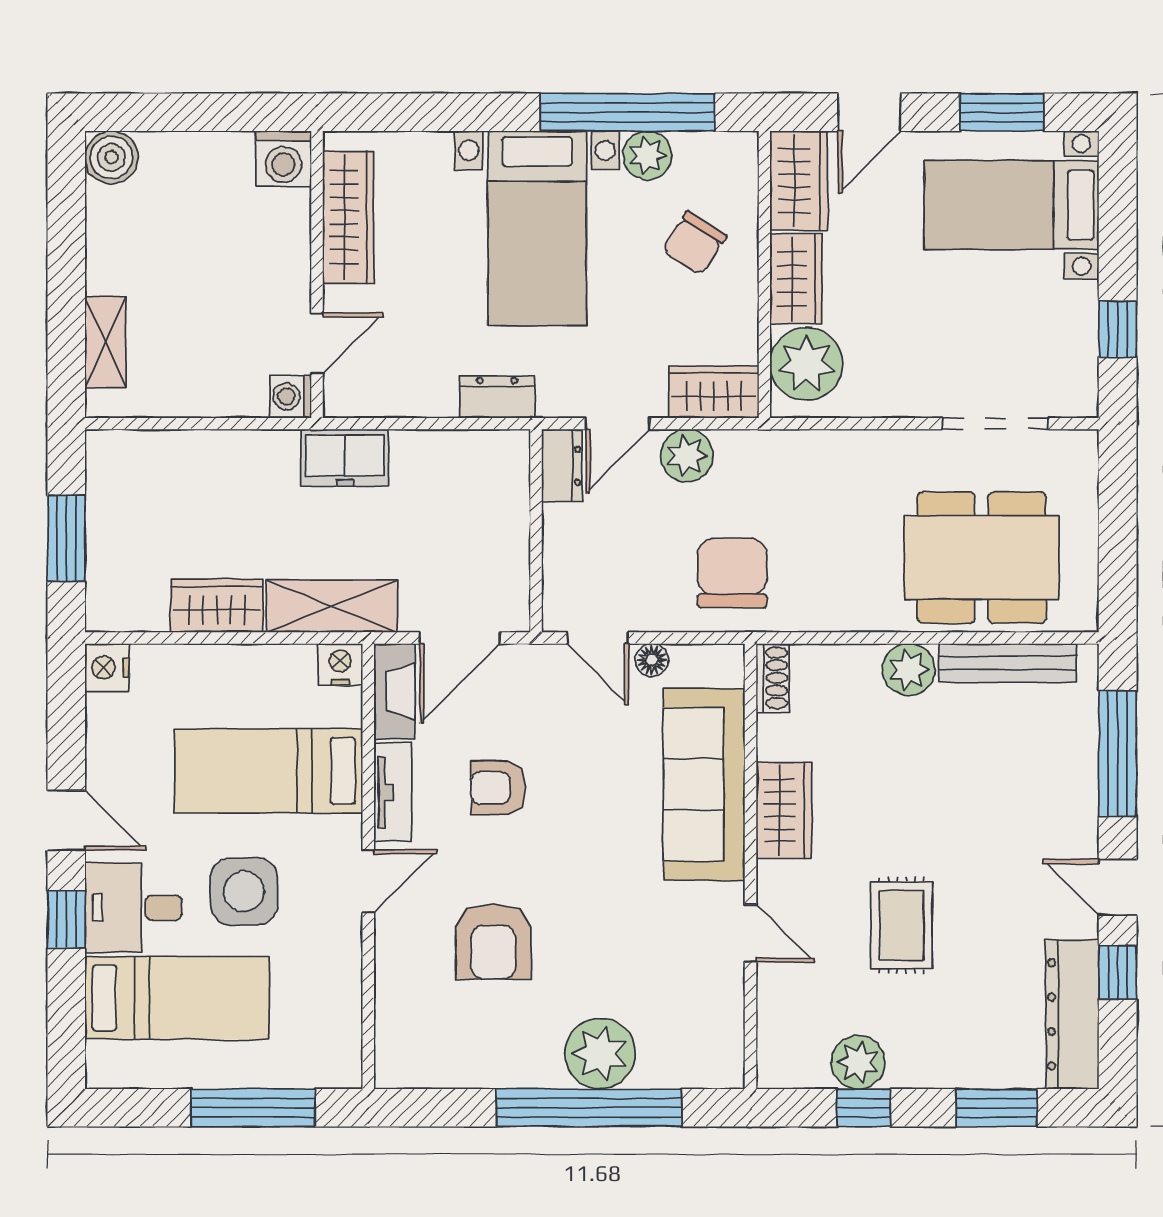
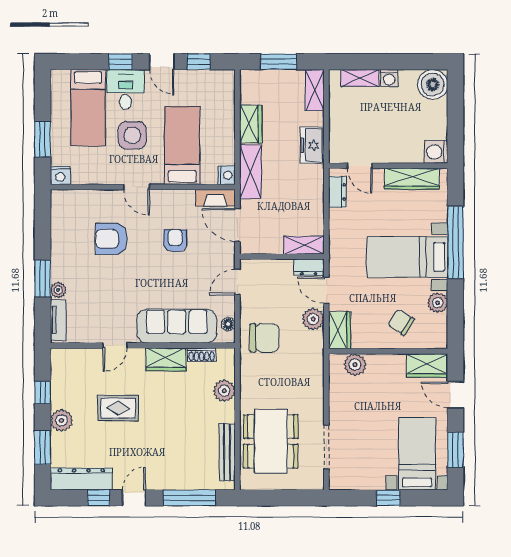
window: (627, 112) -> (455, 242), moved
boiler: (111, 157) -> (433, 84), width x1.37, depth x1.37
wardrobe: (796, 279) -> (386, 364), removed
window: (1118, 329) -> (388, 498), moved
plant: (806, 364) -> (355, 365), width x0.73, depth x0.73
washing machine: (291, 396) -> (389, 78), moved, turned 180
dresser: (497, 397) -> (337, 192), moved
shelving: (135, 452) -> (315, 90), added
freezer: (345, 458) -> (312, 145), moved
shelving: (509, 478) -> (304, 245), added
floor lamp: (652, 660) -> (228, 324), moved
nightstand: (107, 668) -> (60, 175), moved, turned 180
plant: (909, 670) -> (224, 391), moved
shoe rack: (773, 678) -> (202, 355), moved
window: (66, 732) -> (198, 62), added
tv unit: (393, 792) -> (58, 320), moved, turned -90
door: (66, 820) -> (162, 62), hinge flipped
plant: (600, 1054) -> (58, 290), width x0.53, depth x0.53
plant: (858, 1062) -> (61, 420), moved
window: (253, 1108) -> (43, 139), width x0.69
window: (589, 1108) -> (43, 278), width x0.47

